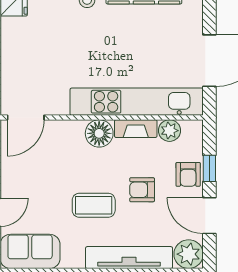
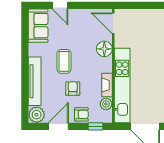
floor lamp: (99, 133) -> (104, 49), moved
window: (209, 168) -> (96, 126), moved
armchair: (188, 174) -> (81, 114), turned 180

